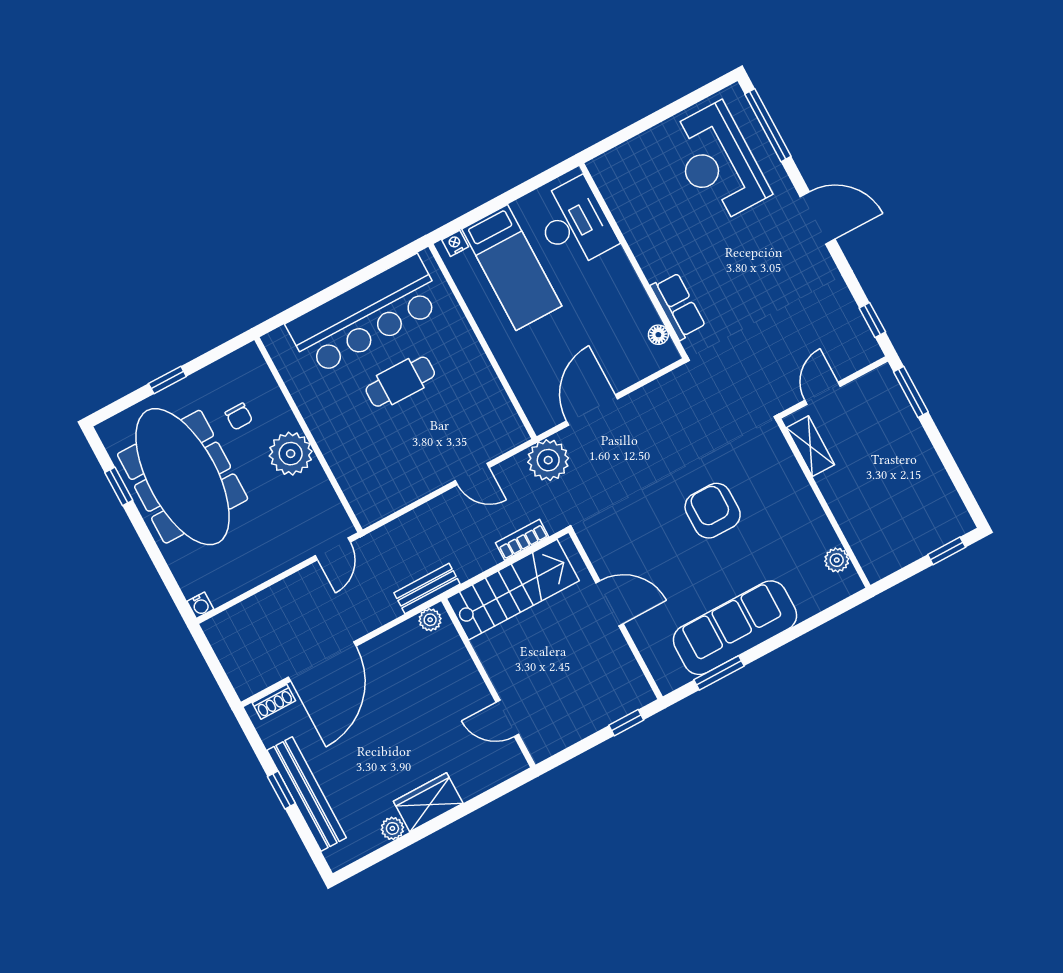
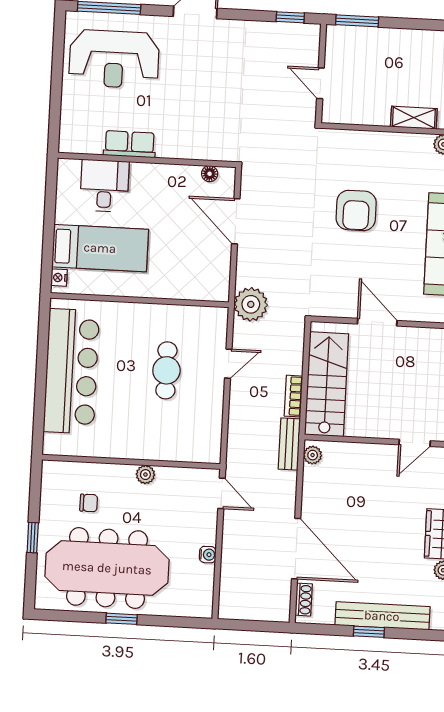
desk: (574, 223) -> (104, 186), width x0.73
row of seats: (678, 306) -> (130, 144), moved
cafe table: (400, 382) -> (166, 370), moved
door: (592, 410) -> (236, 221), moved
shelving: (810, 446) -> (414, 118), moved
plant: (291, 454) -> (145, 475), width x0.53, depth x0.53
window: (119, 486) -> (122, 619), moved
armchair: (713, 511) -> (356, 210), turned -90
bookcase: (522, 540) -> (293, 396), moved
door: (609, 603) -> (377, 322), hinge flipped
water cooler: (200, 605) -> (208, 555), moved

